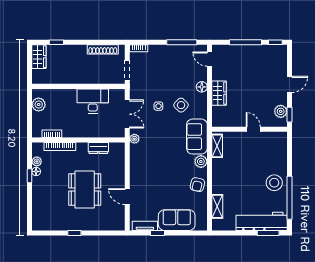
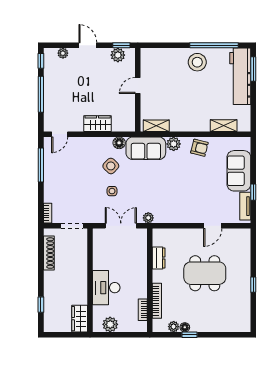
wardrobe: (39, 57) -> (80, 319), moved, turned -90
plant: (282, 62) -> (63, 53), added
floor lamp: (202, 87) -> (119, 143), moved
desk: (93, 101) -> (106, 288), moved

